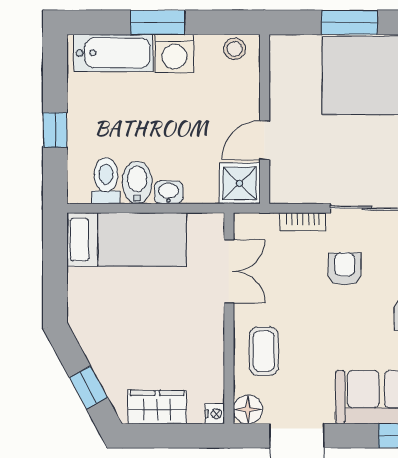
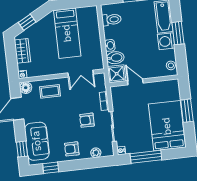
bidet: (137, 182) -> (115, 58), moved
bed: (127, 240) -> (67, 33), moved
armchair: (345, 269) -> (87, 120), turned 180

